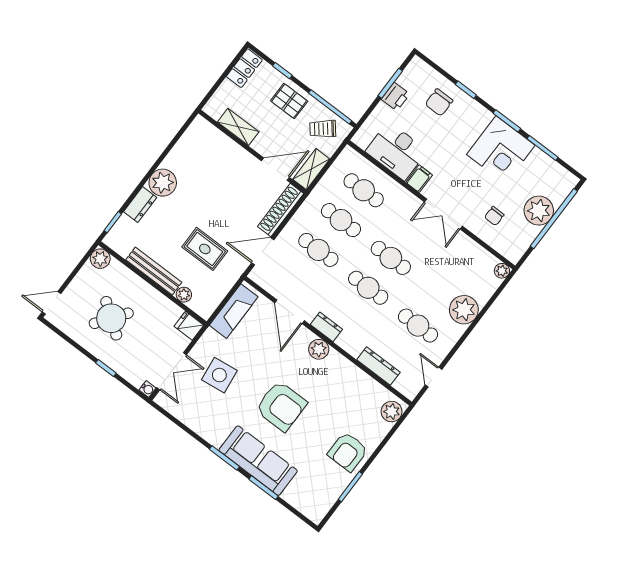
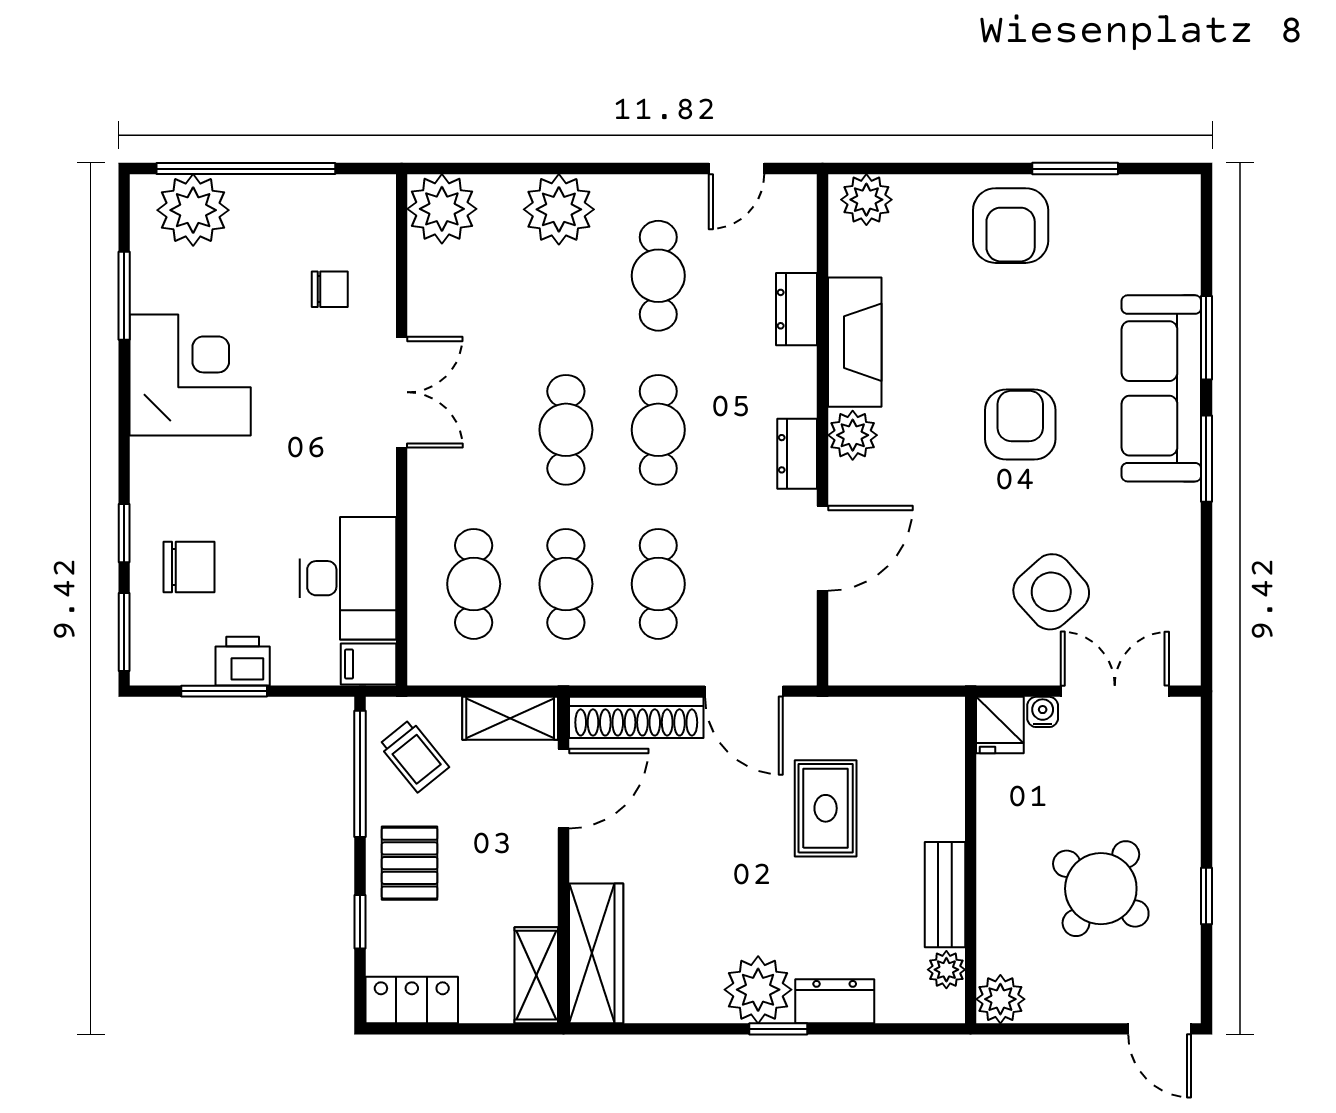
window: (507, 121) -> (124, 632), moved
shelving: (238, 127) -> (536, 975), moved
wardrobe: (214, 139) -> (596, 953), added
door: (275, 169) -> (564, 789), swing flipped
filing cabinet: (419, 179) -> (368, 664), moved
plant: (539, 211) -> (193, 210), moved
window: (113, 222) -> (778, 1029), moved
bench: (154, 271) -> (945, 895), width x0.73
plant: (502, 271) -> (442, 209), width x1.88, depth x1.88
plant: (184, 295) -> (946, 970), moved
fireplace: (234, 311) -> (855, 342), moved, turned 90
dresser: (378, 366) -> (797, 309), width x0.70
window: (106, 368) -> (1206, 896), moved
side table: (219, 375) -> (1051, 592), turned -35
water cooler: (148, 389) -> (1043, 712), moved
armchair: (281, 406) -> (1020, 424), width x0.73, depth x0.73
armchair: (348, 452) -> (1011, 226), turned 90

